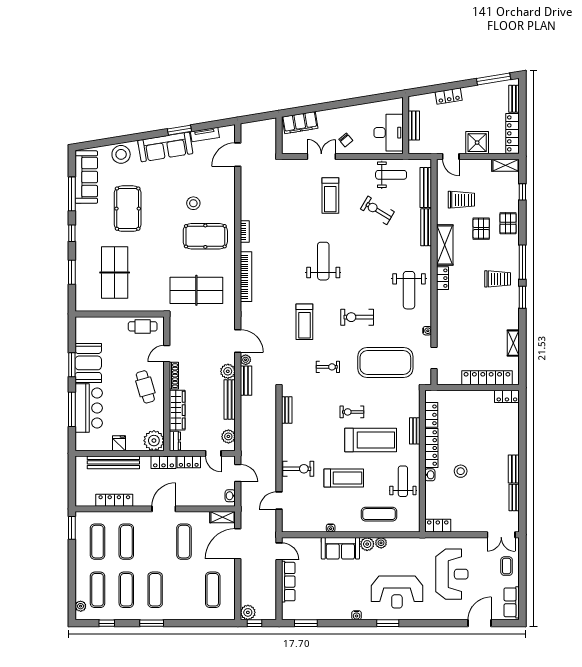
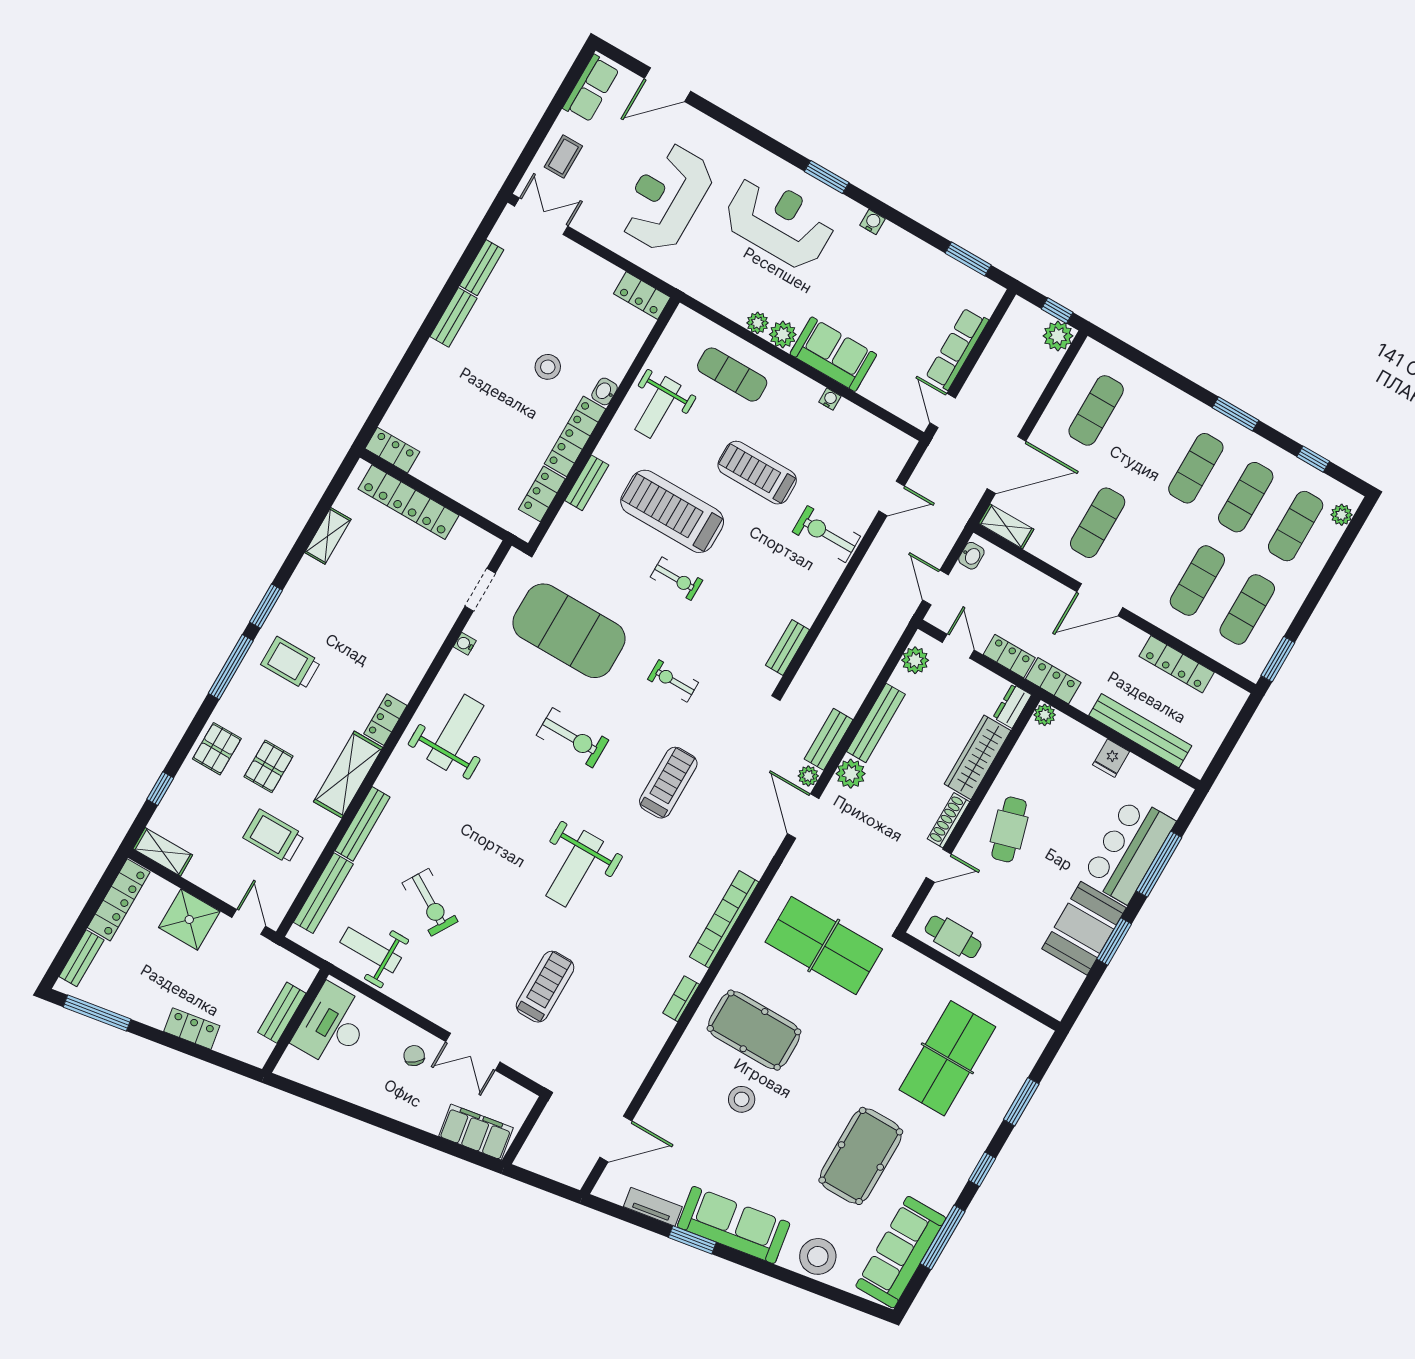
treadmill: (330, 196) -> (545, 987), moved
plant: (154, 441) -> (1045, 715), width x0.53, depth x0.53

